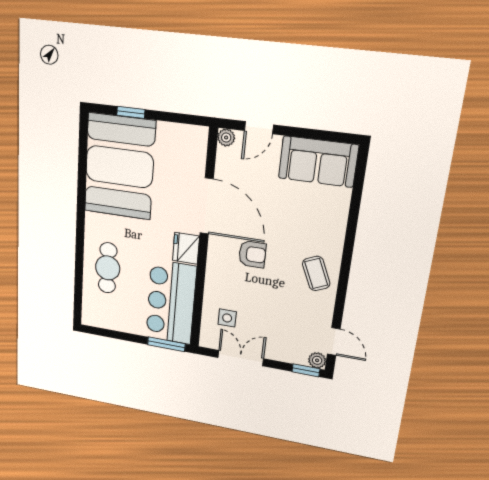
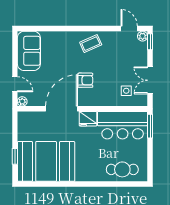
armchair: (252, 254) -> (85, 80), turned 90
cafe table: (108, 268) -> (122, 169), moved
door: (334, 342) -> (129, 28), hinge flipped

